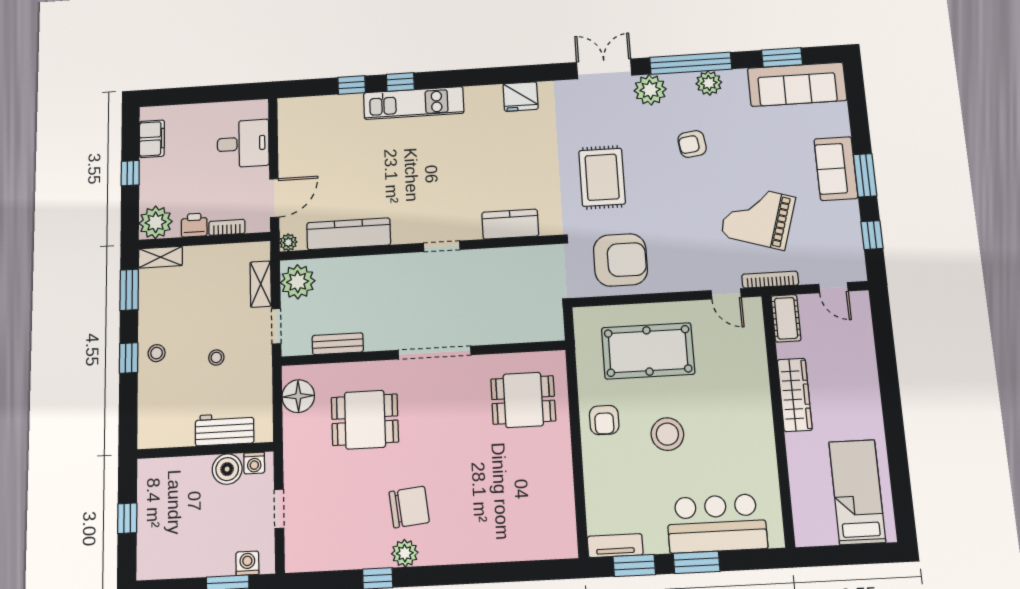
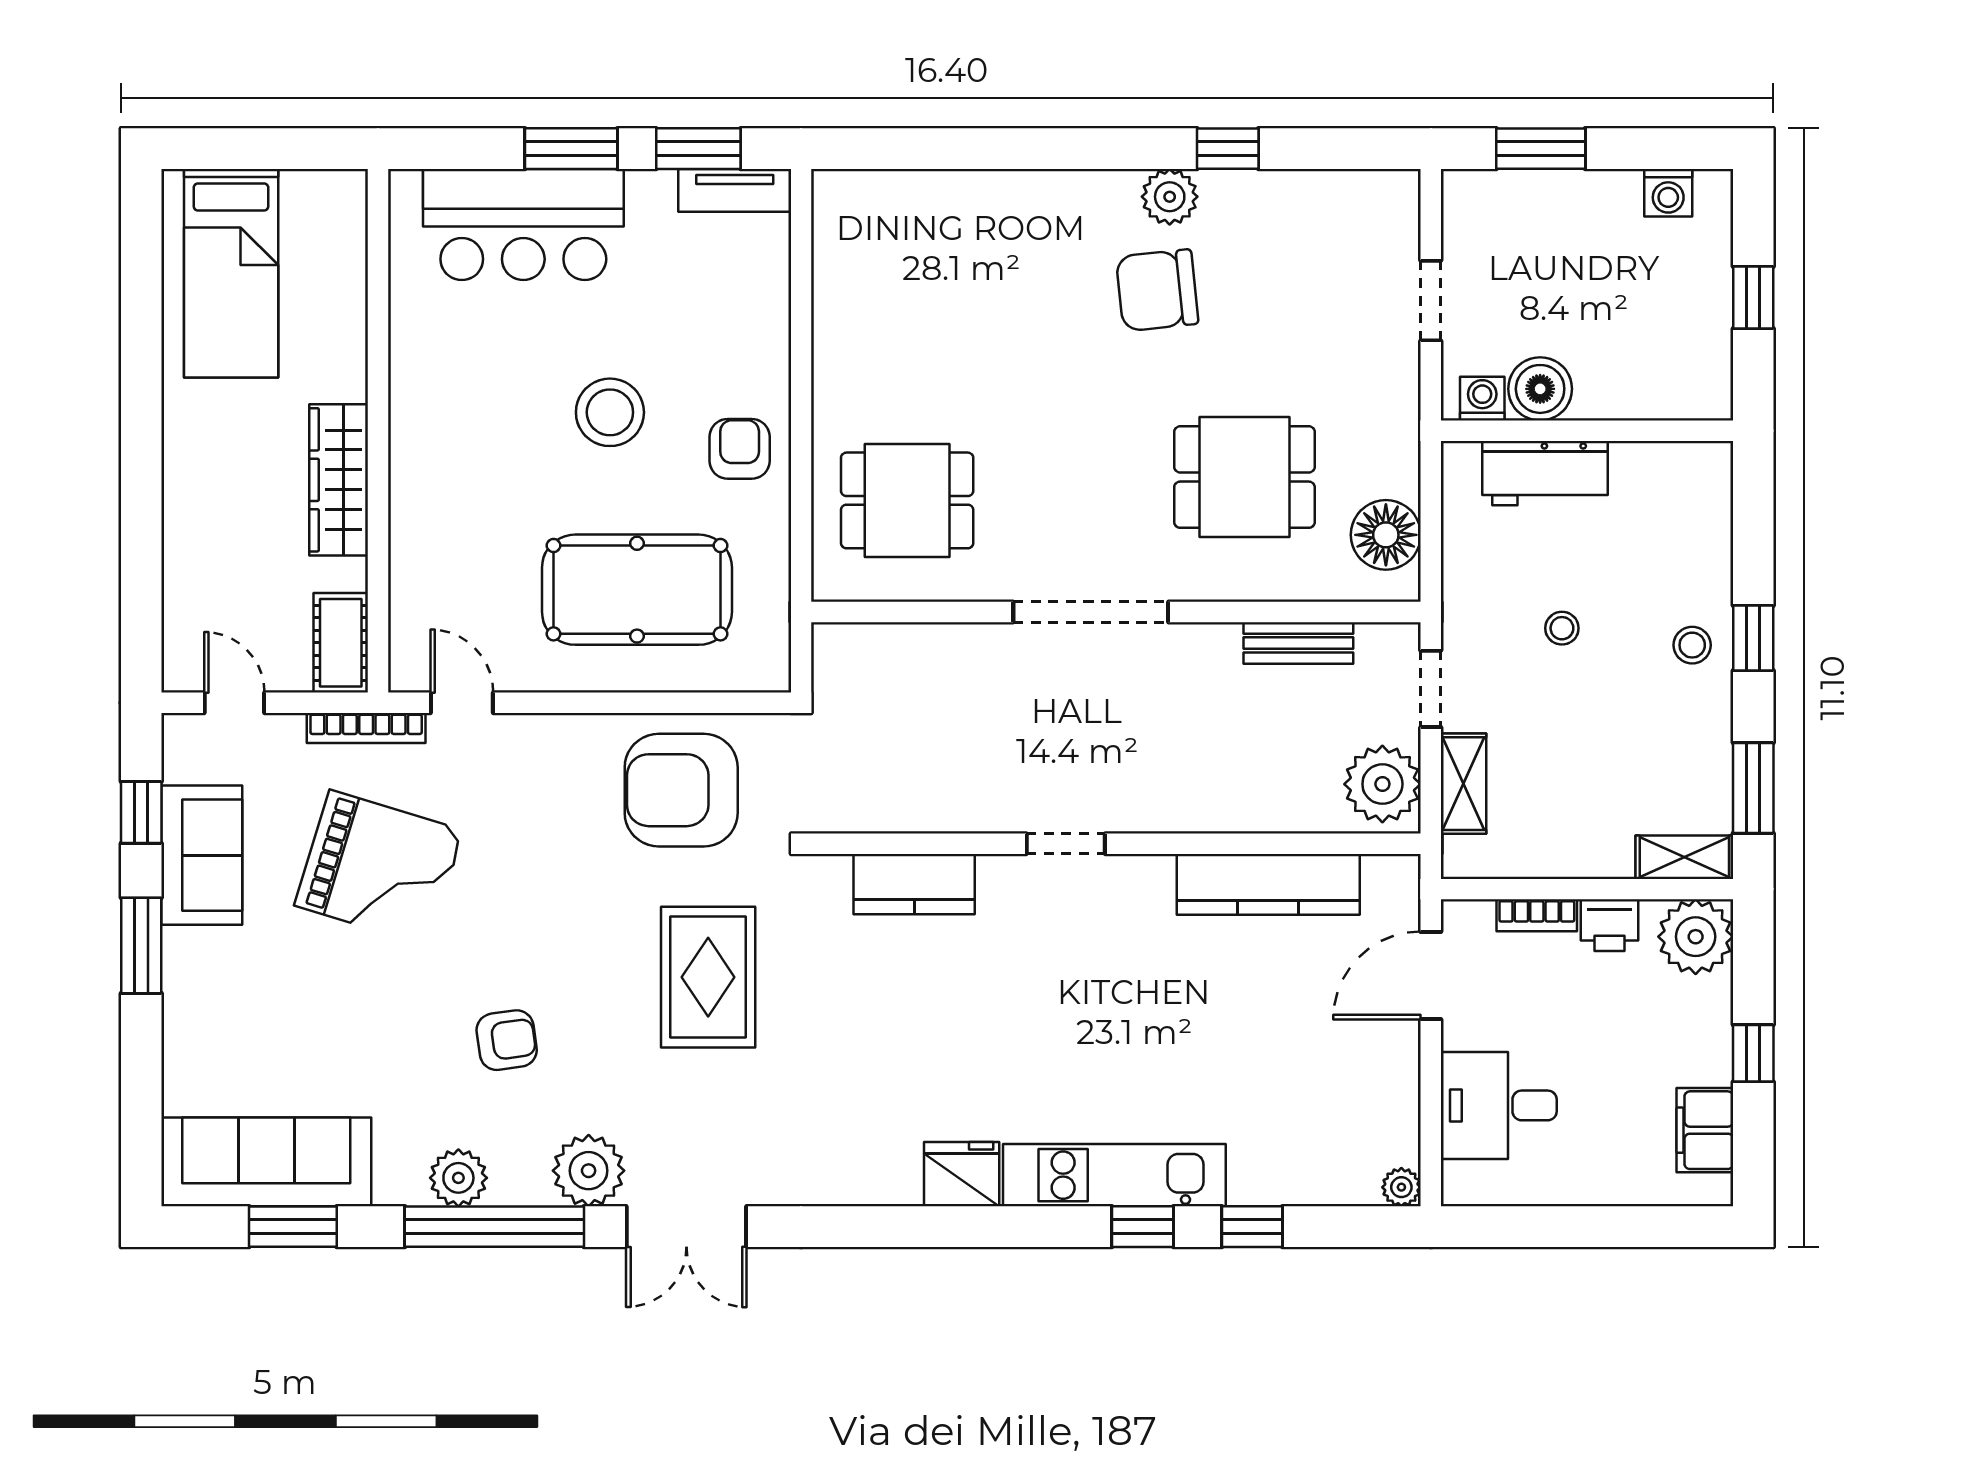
fridge: (521, 97) -> (962, 1174), moved
sofa: (836, 169) -> (202, 855), moved
plant: (288, 242) -> (1401, 1187), moved
washing machine: (247, 563) -> (1668, 193), moved

